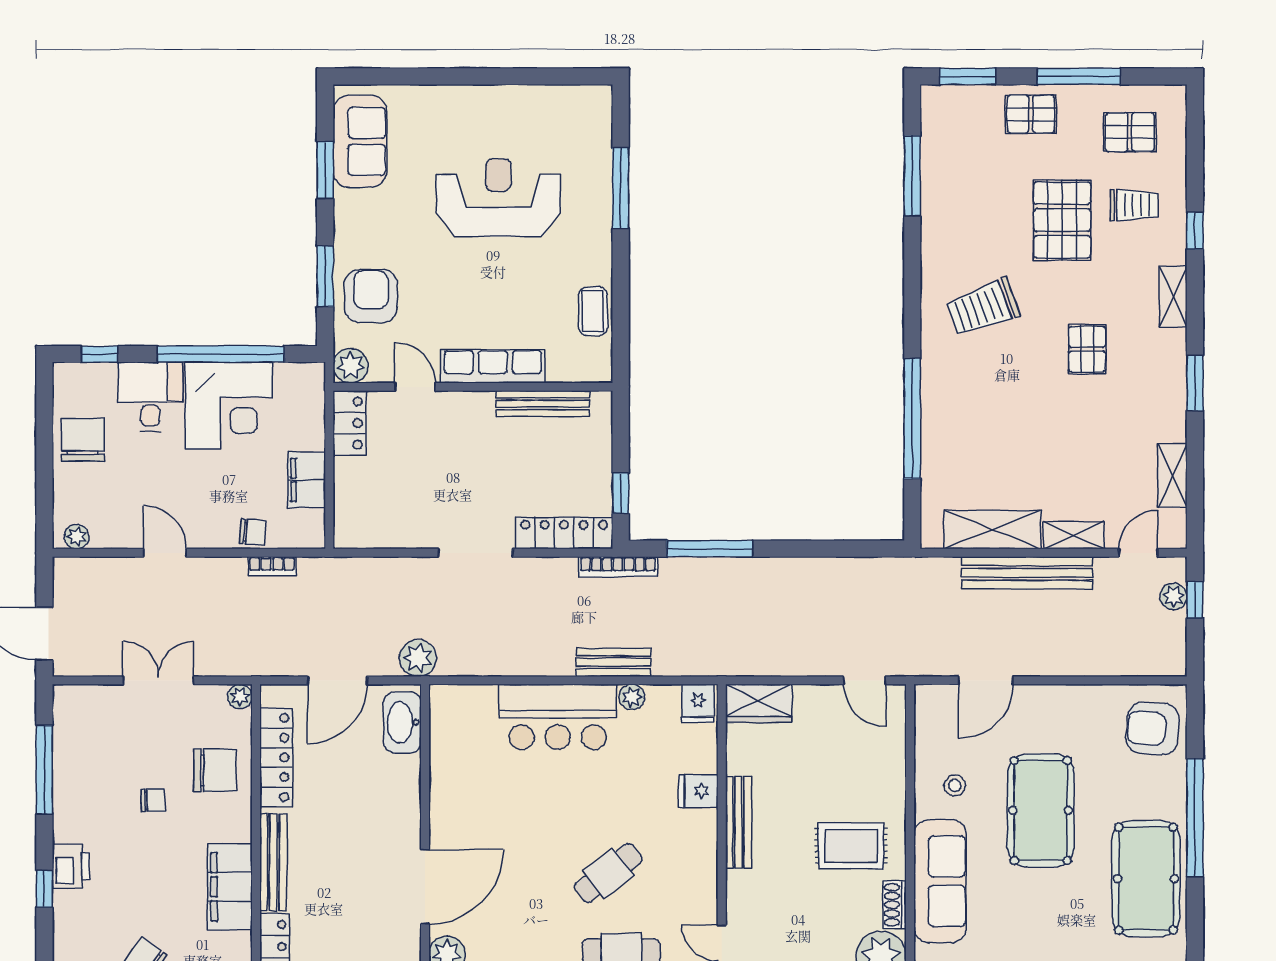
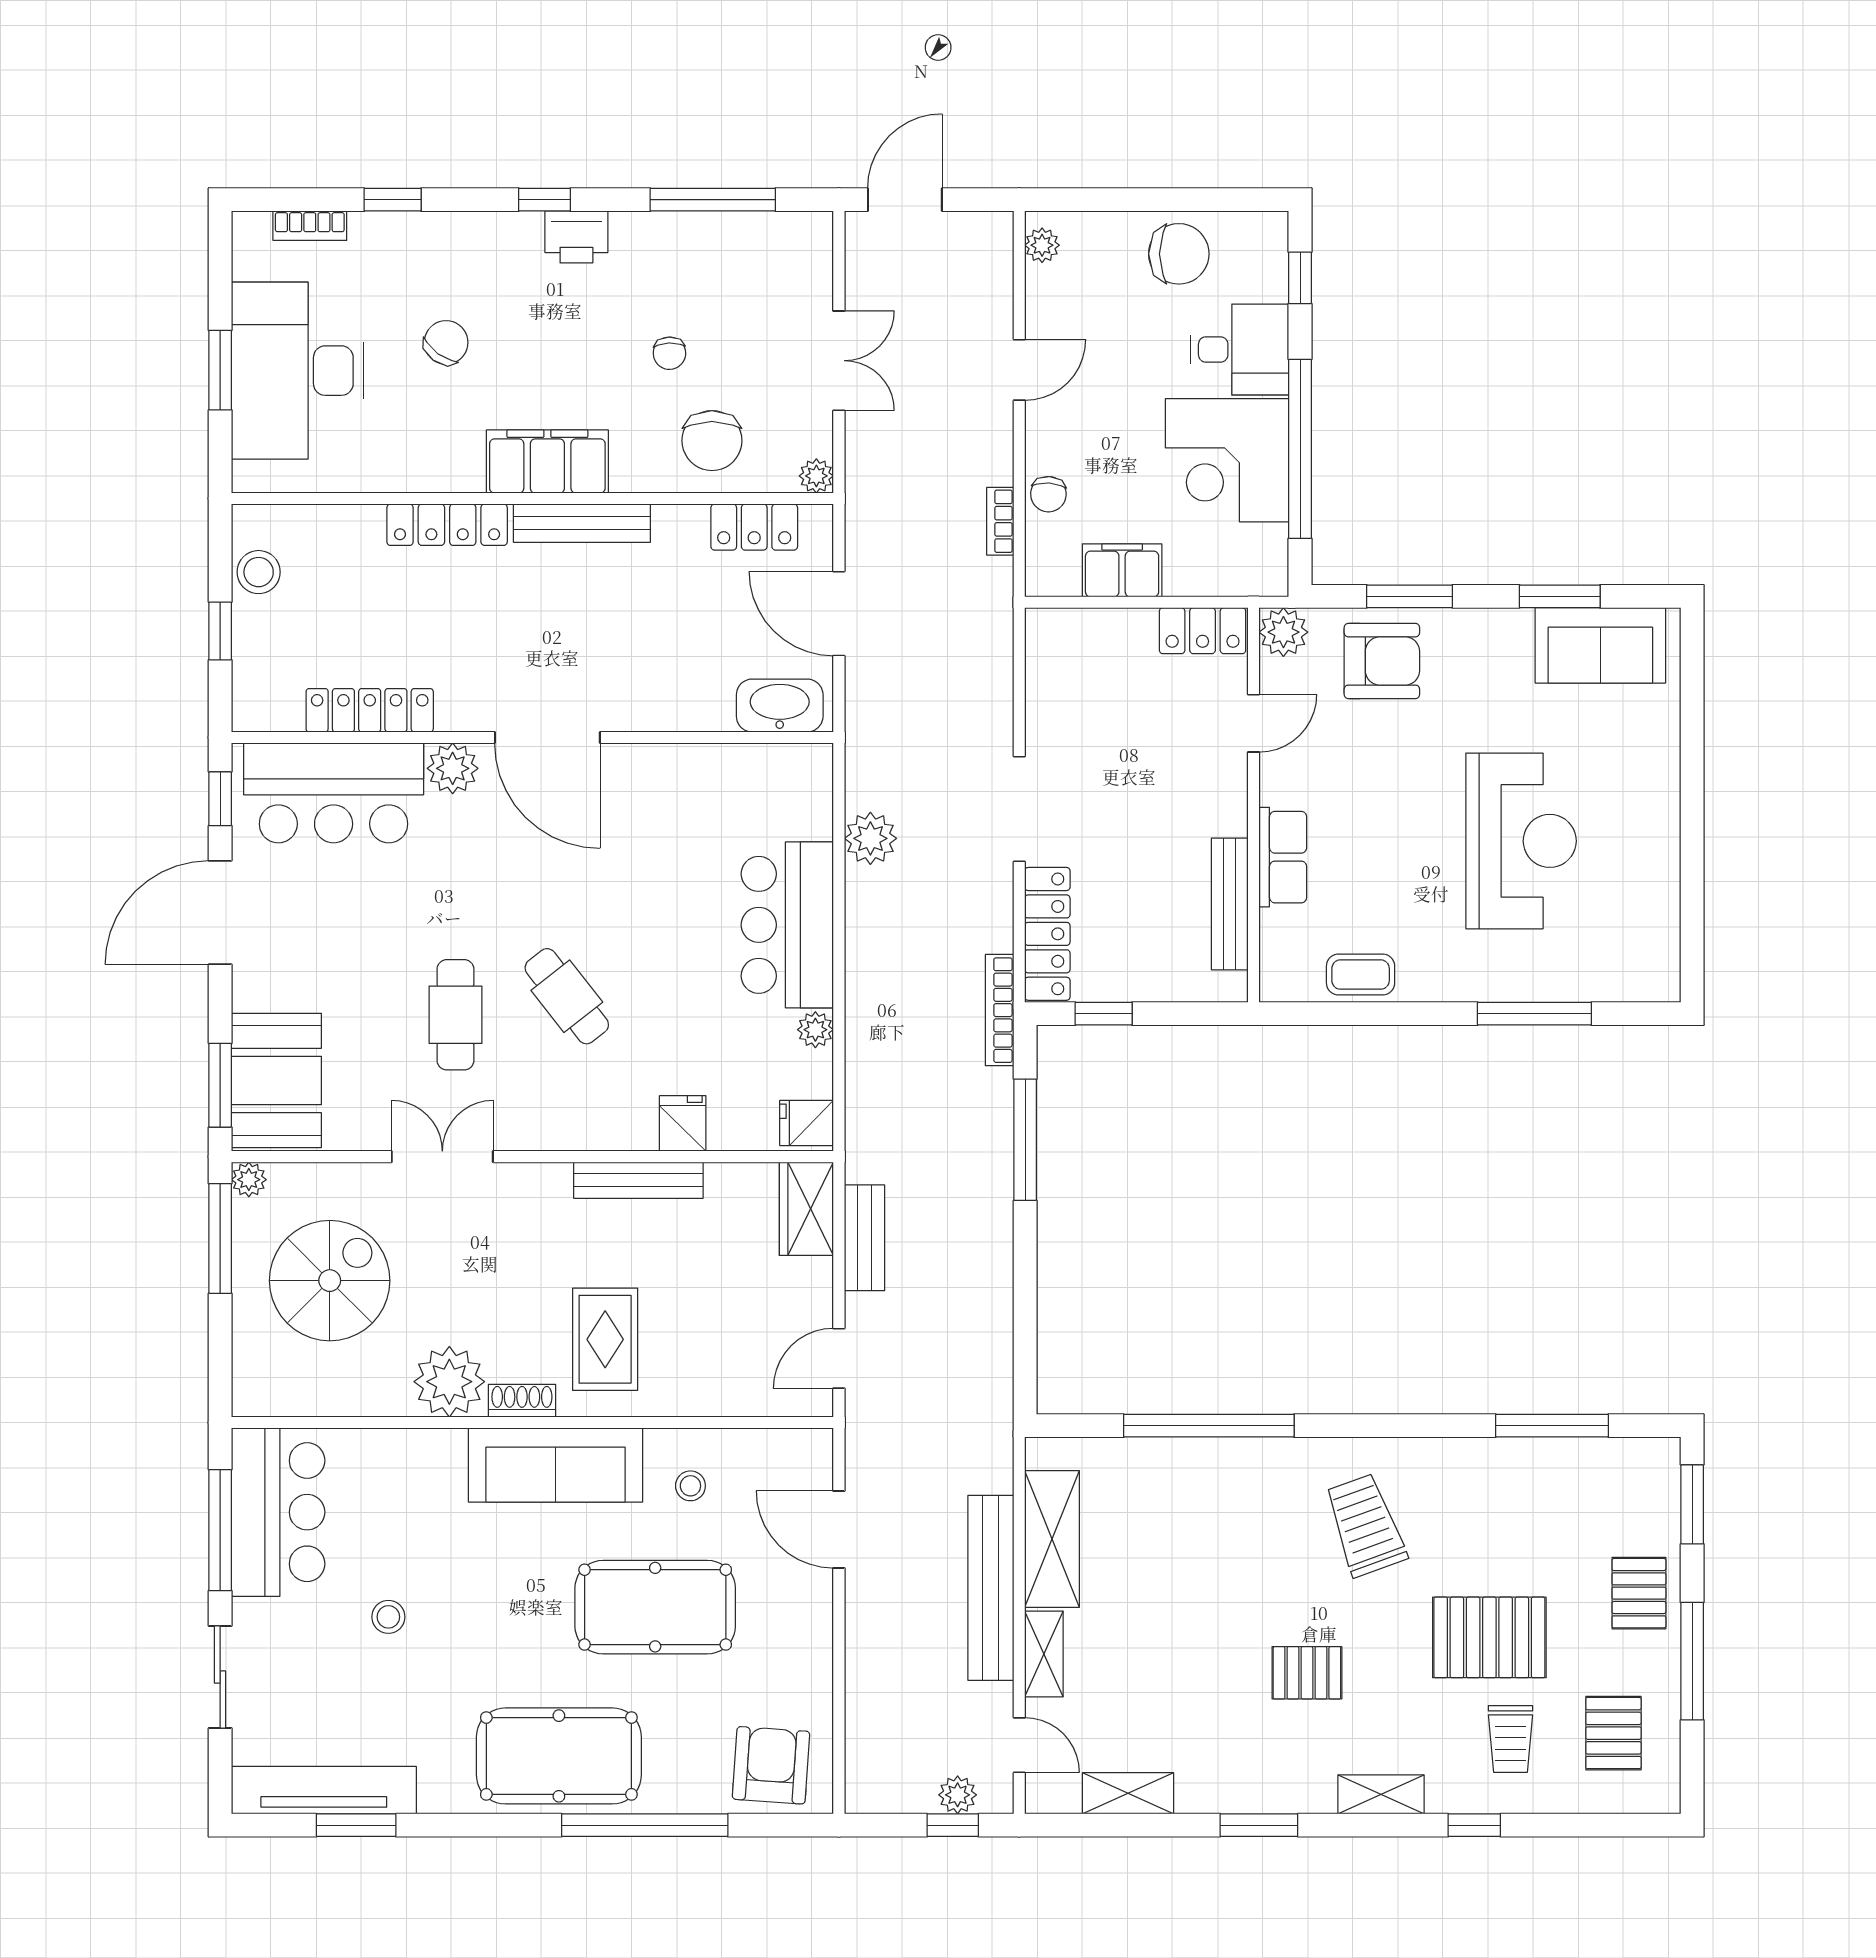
row of seats: (493, 366) -> (1283, 857), width x0.68
plant: (418, 658) -> (870, 838), moved
bench: (613, 662) -> (865, 1238), moved
locker: (276, 757) -> (754, 527), width x0.66

